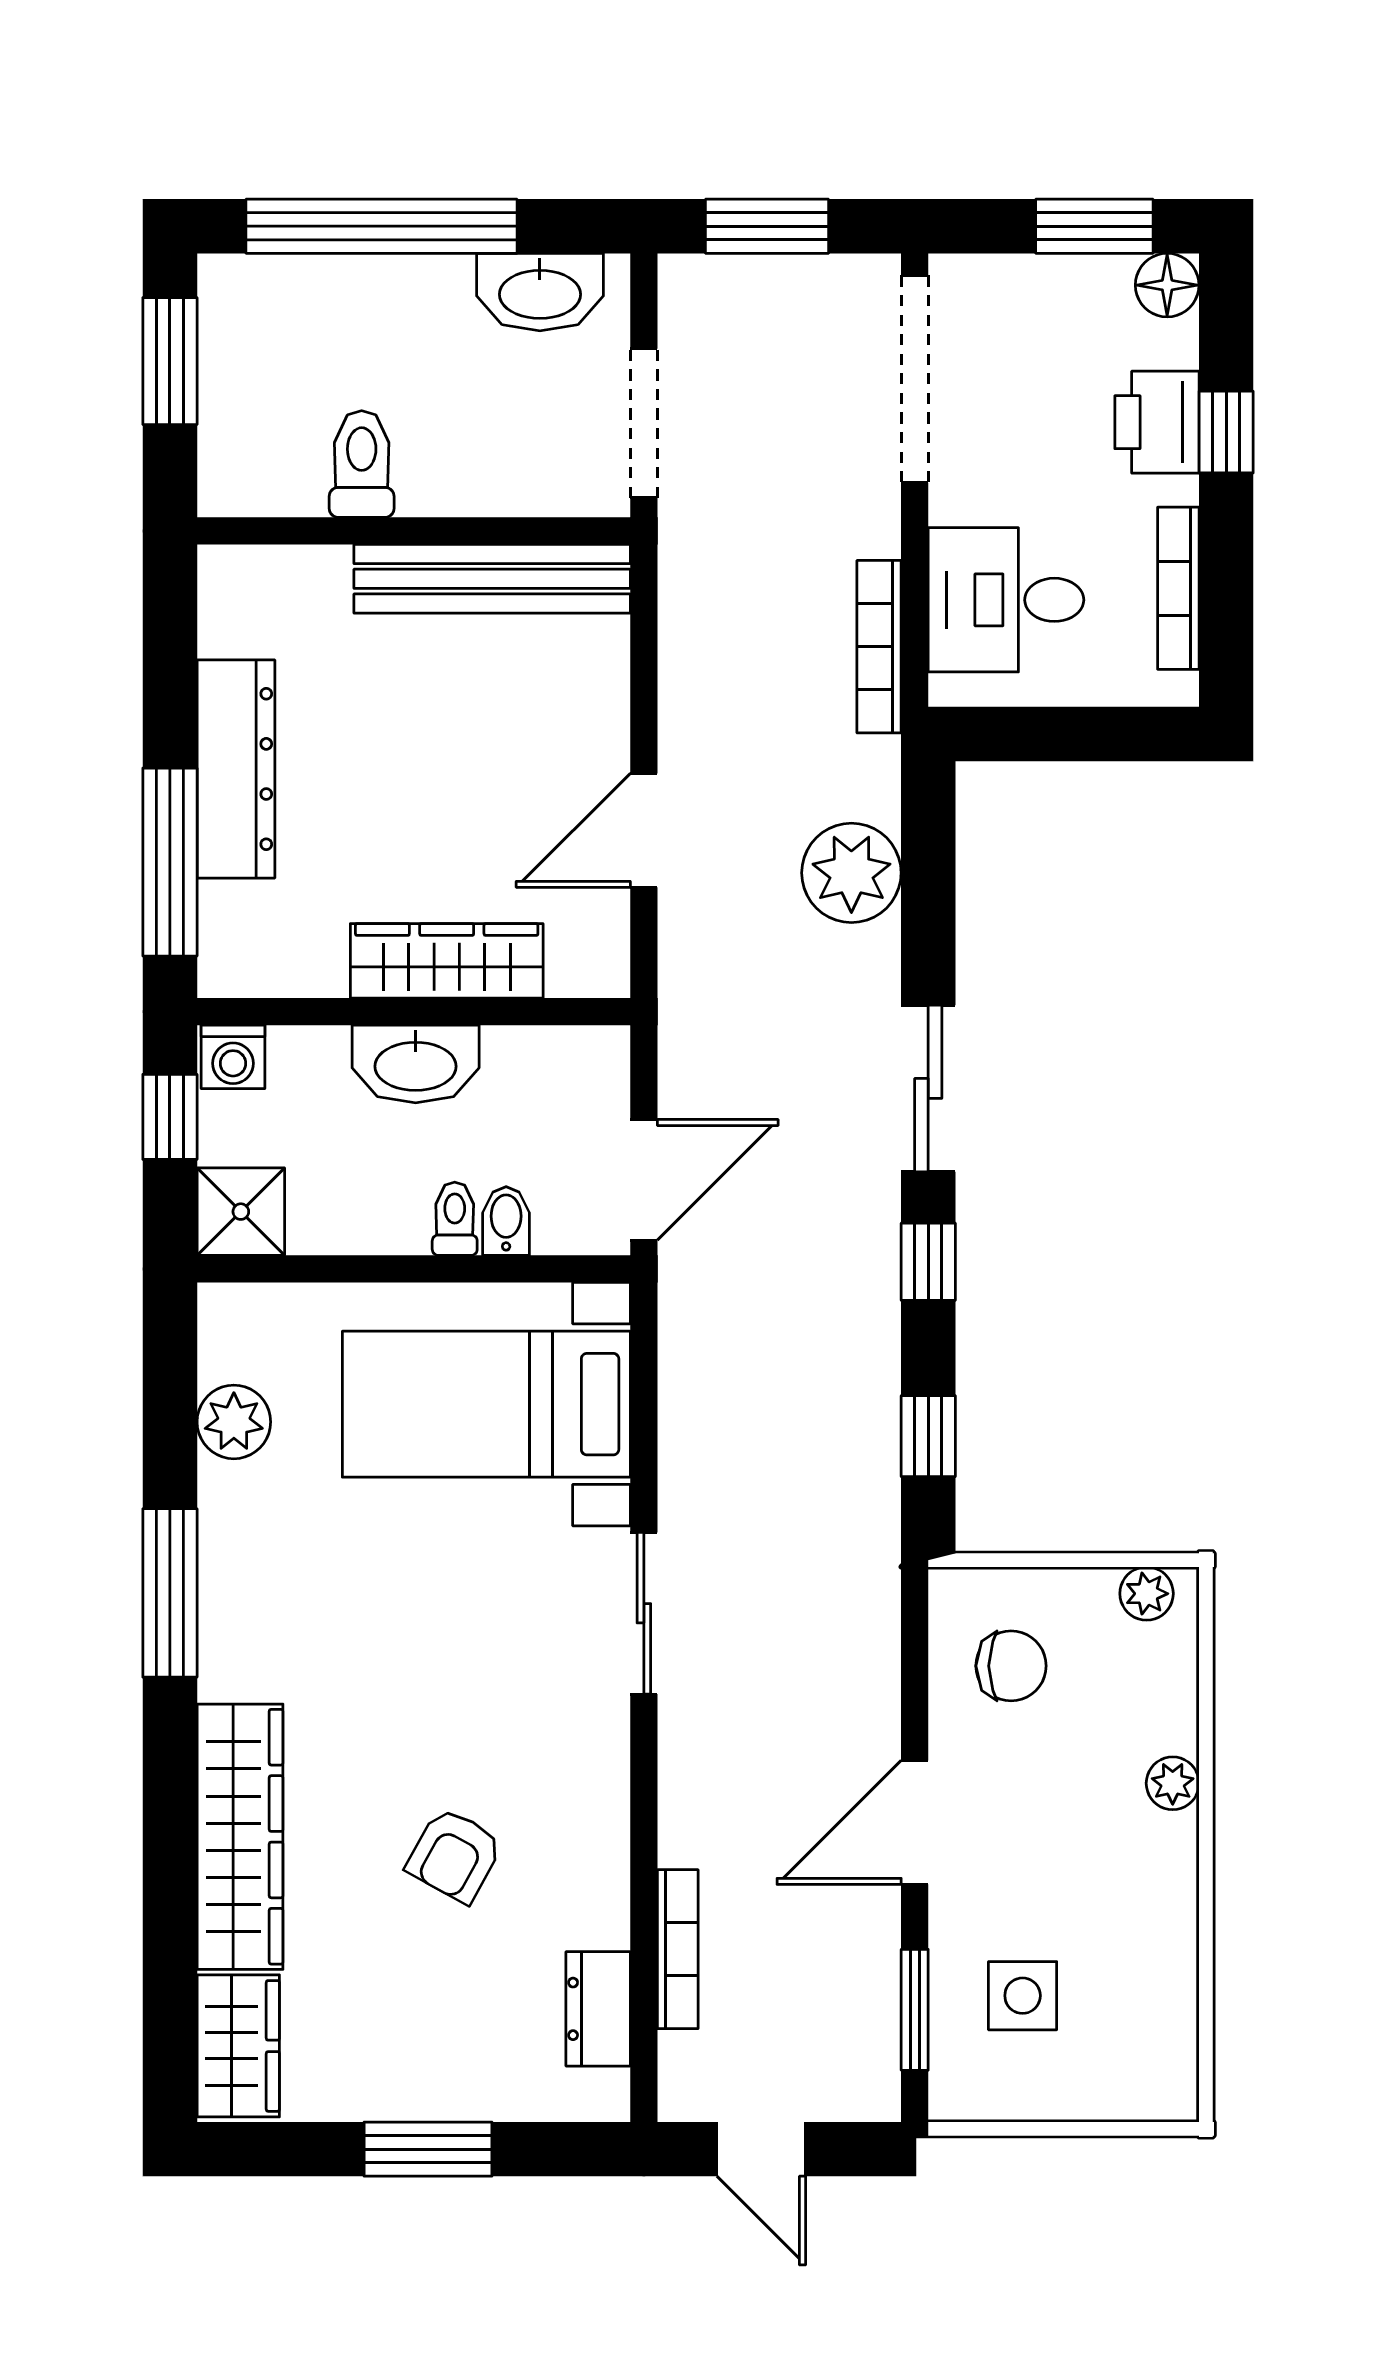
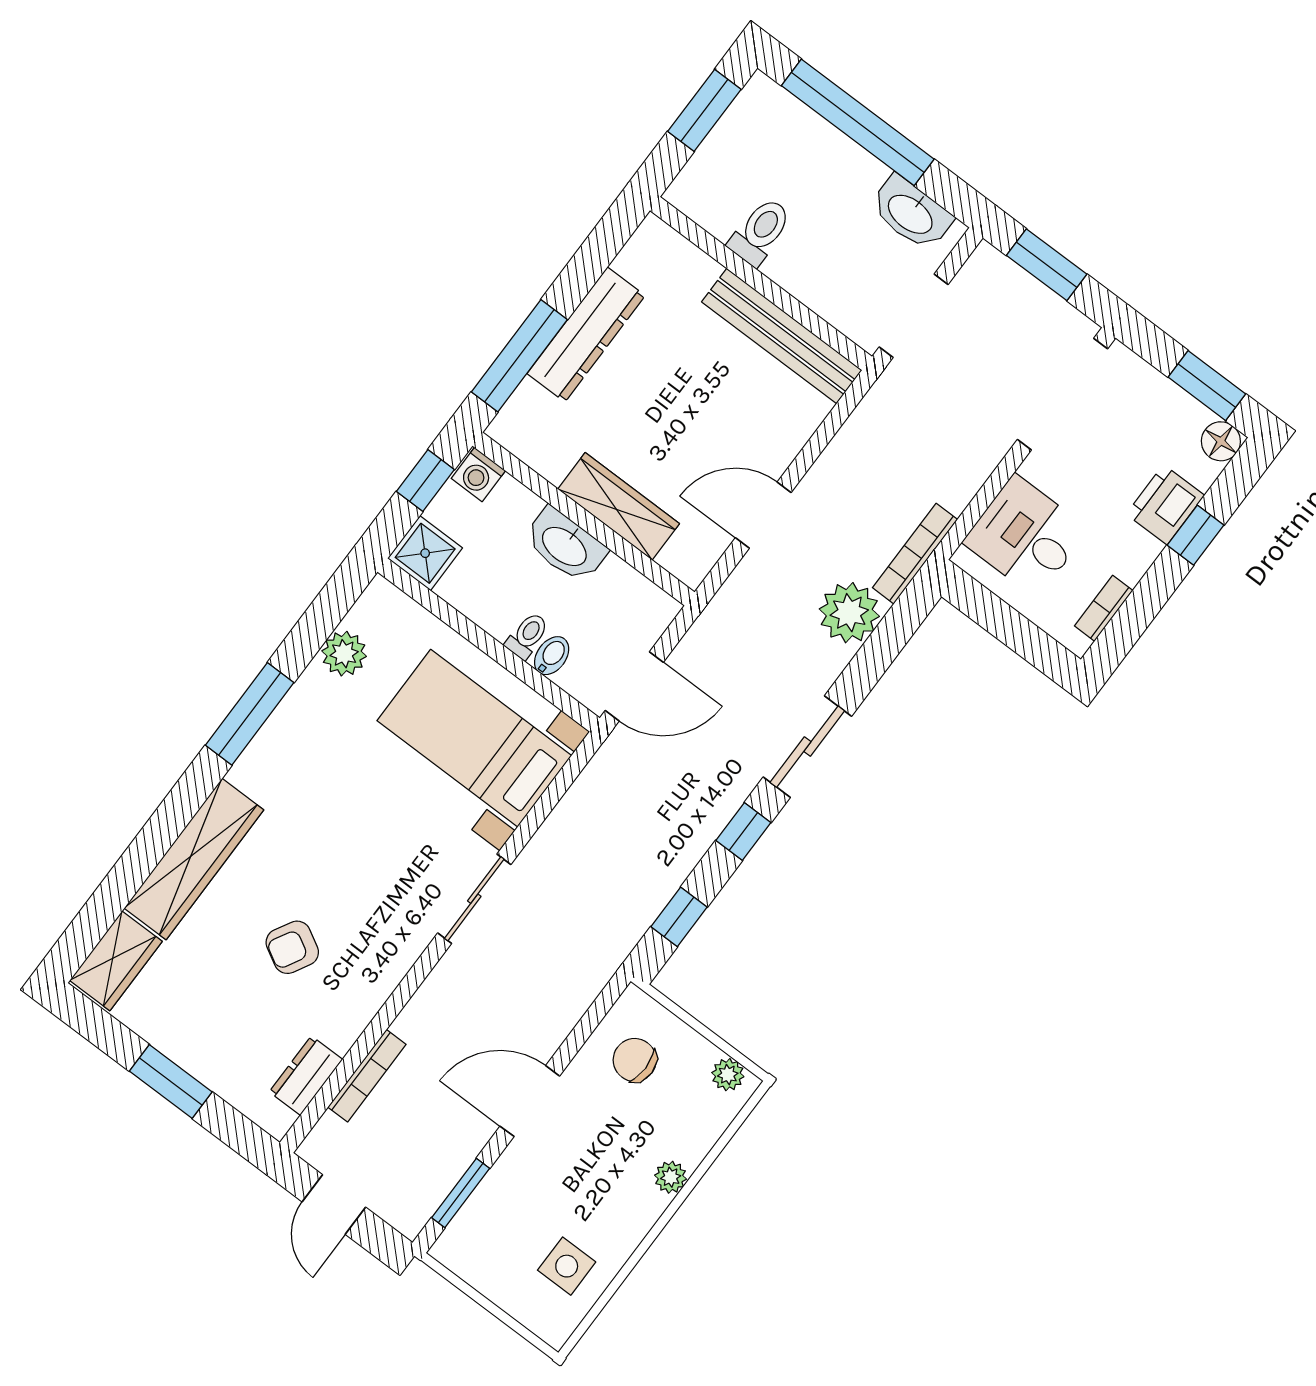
bookcase: (1178, 588) -> (1104, 608), width x0.64
bookcase: (879, 647) -> (915, 554), moved
chair: (1011, 1666) -> (635, 1060), turned 180
side table: (1023, 1996) -> (567, 1266), moved

